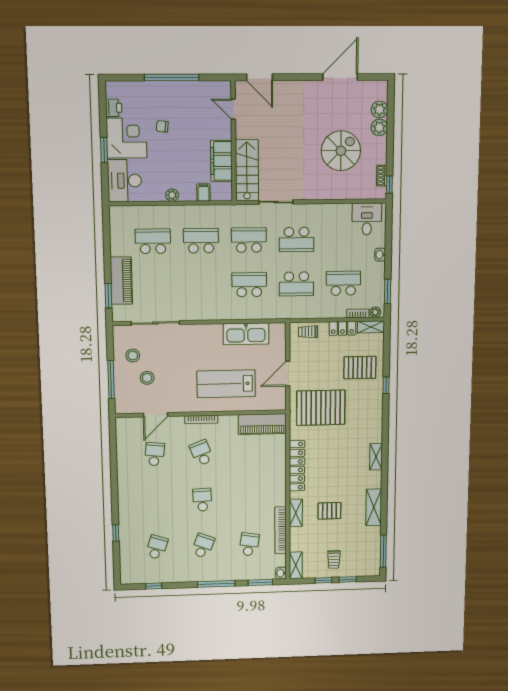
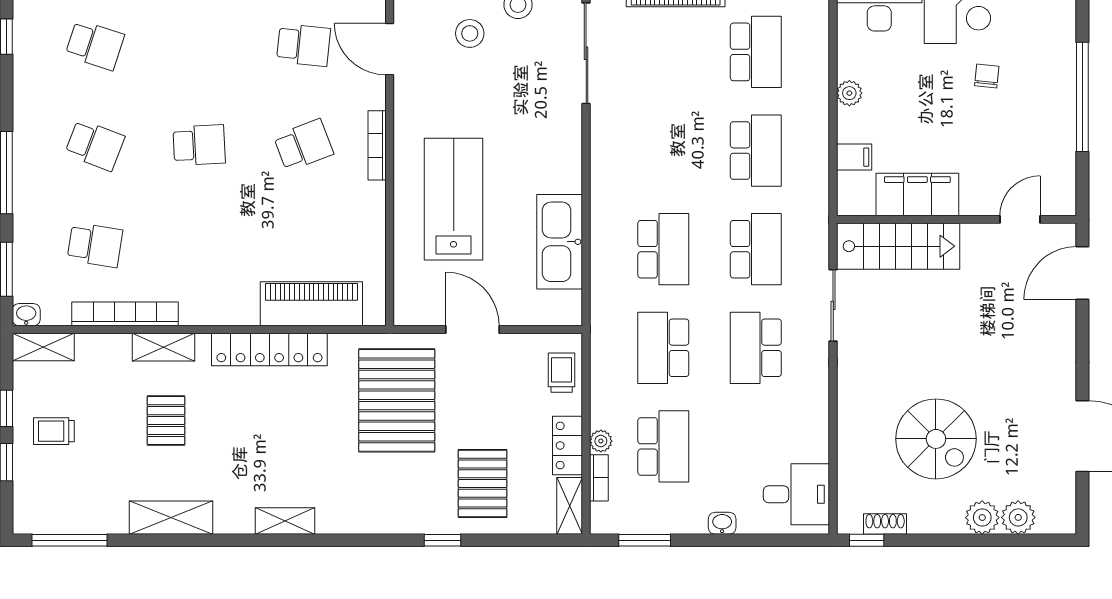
plant: (375, 312) -> (601, 441), moved
piano: (262, 424) -> (311, 304), moved, turned 90

